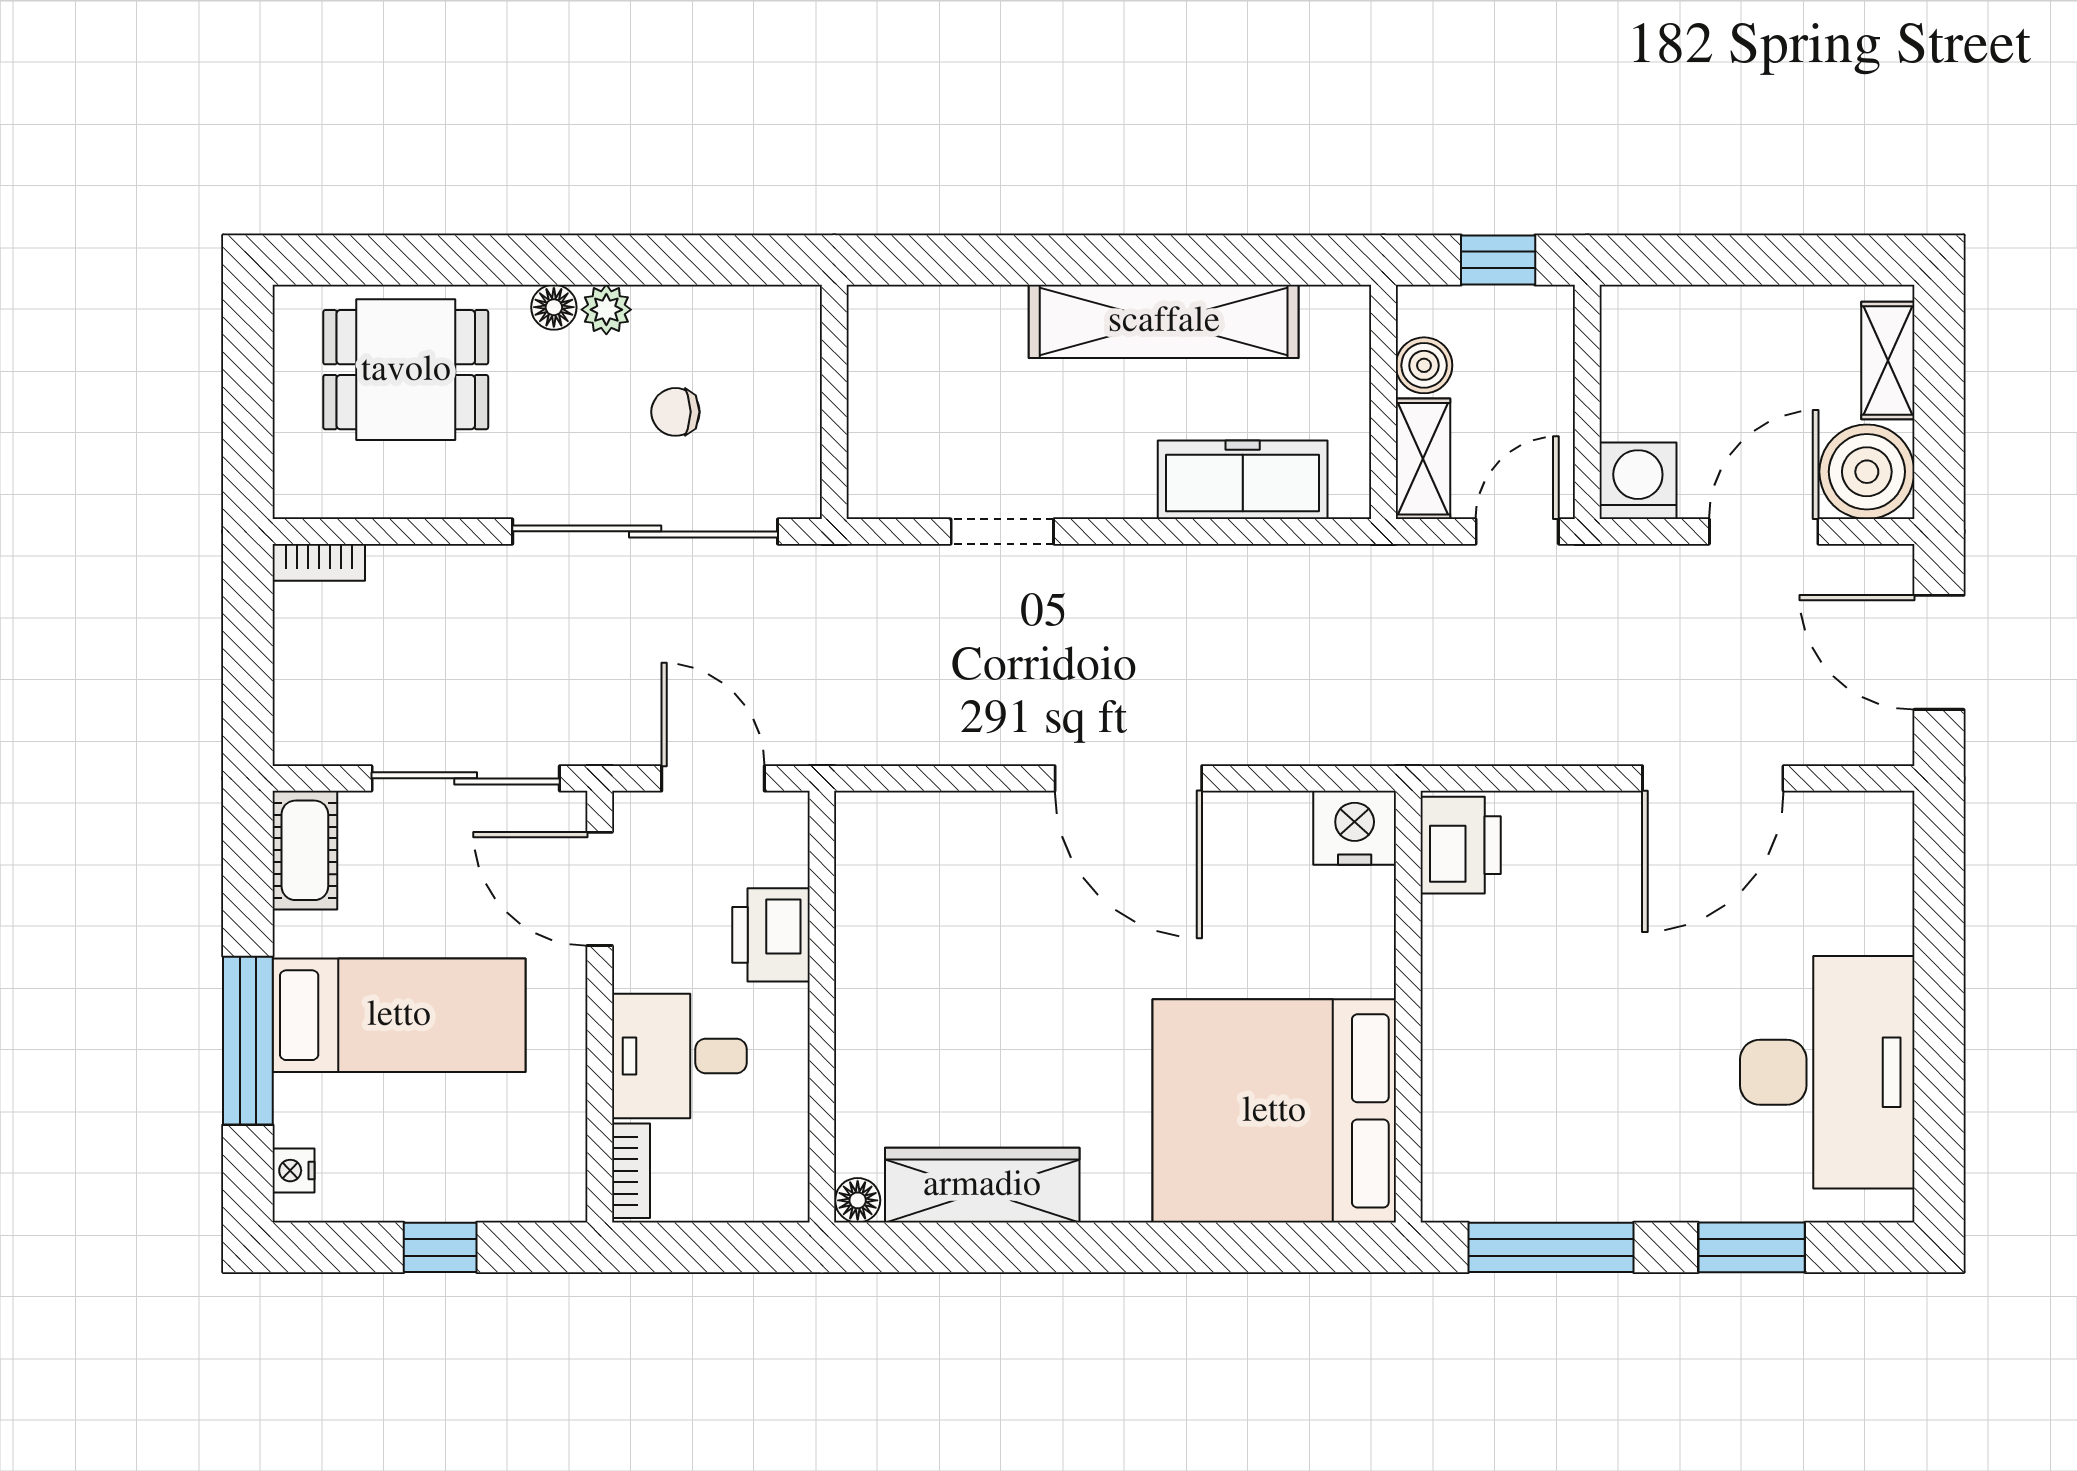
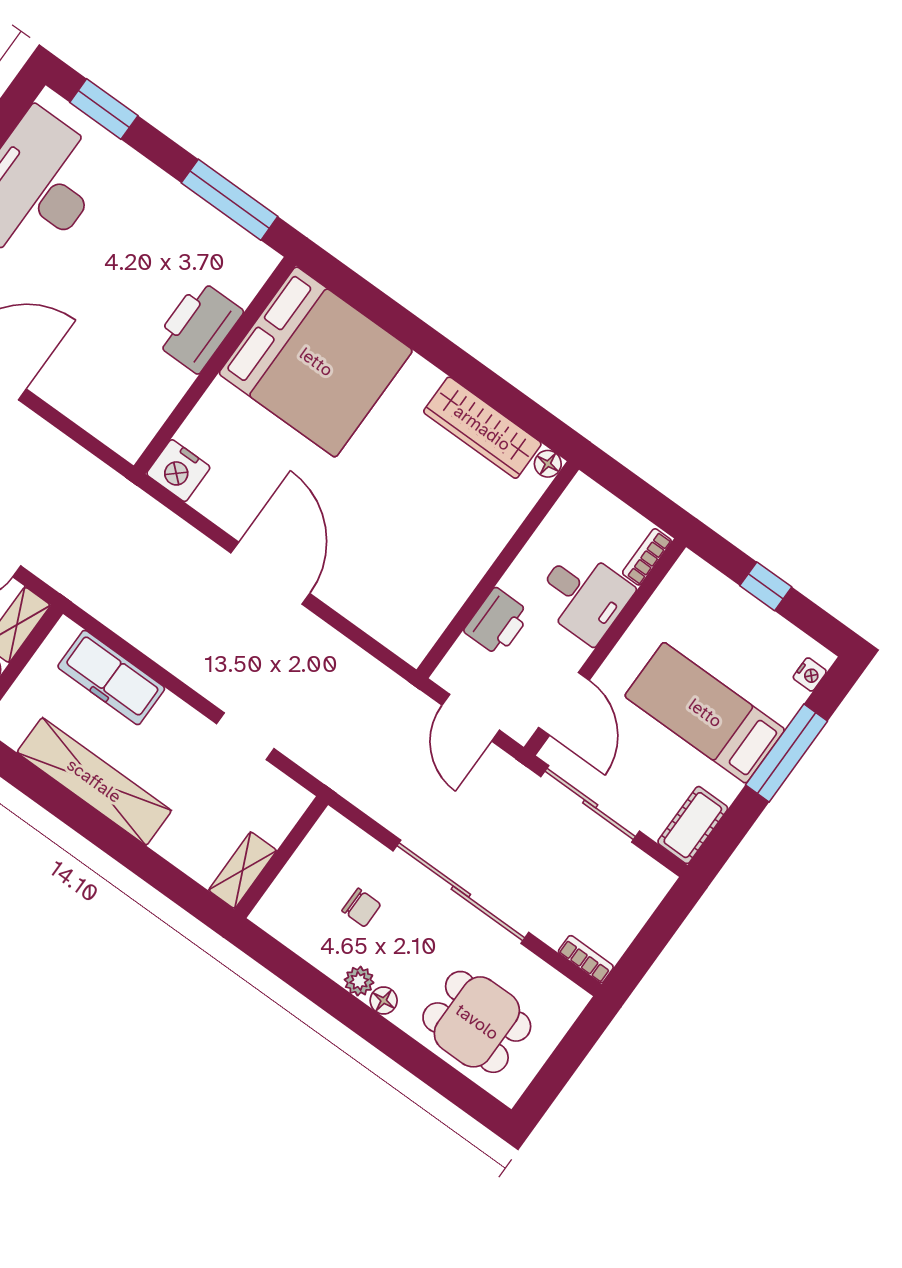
shelving: (874, 346) -> (243, 870), added
sliding door: (645, 531) -> (461, 892), moved
printer: (1461, 845) -> (199, 327), moved, width x1.37, depth x1.19
window: (1752, 1247) -> (104, 109), moved

